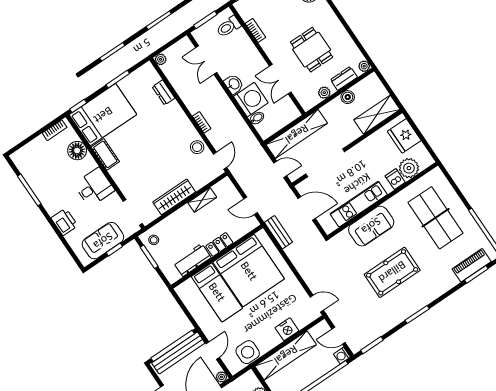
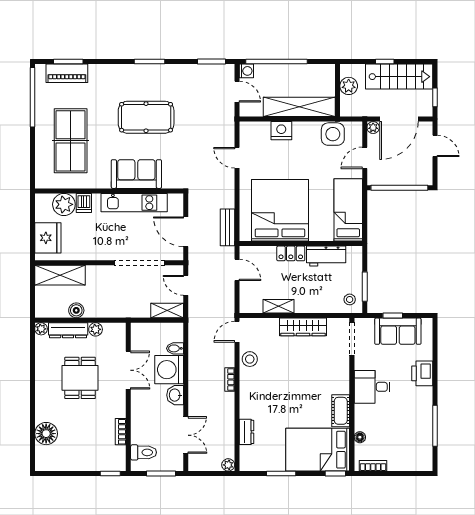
dresser: (344, 78) -> (68, 330), width x1.44
shelving: (297, 134) -> (167, 311), width x0.45, depth x0.75
floor lamp: (77, 151) -> (360, 437), width x0.53, depth x0.53
bed: (217, 292) -> (348, 210), moved
door: (317, 304) -> (237, 158), moved
bench: (178, 353) -> (399, 177), removed

